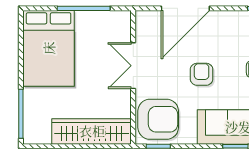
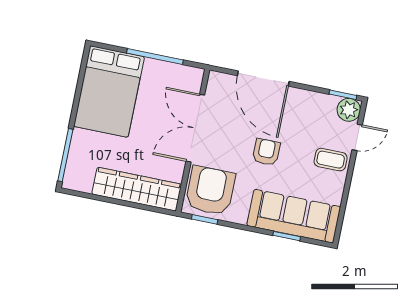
door: (185, 8) -> (263, 78), hinge flipped
double door: (133, 66) -> (195, 128), width x1.37
armchair: (158, 119) -> (210, 191), turned -90

